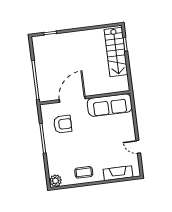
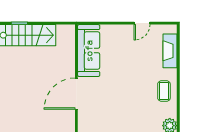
door: (72, 99) -> (76, 94), hinge flipped
armchair: (63, 124) -> (104, 109), removed

